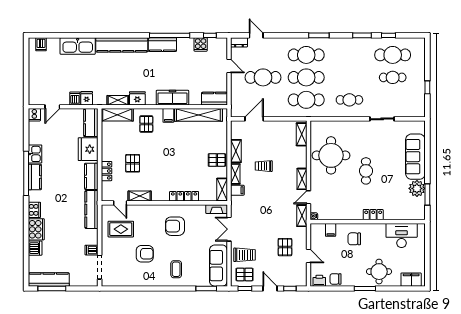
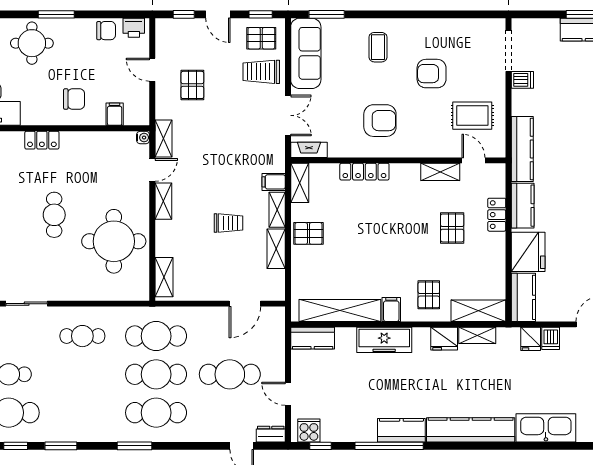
cooker: (201, 44) -> (309, 431), moved

